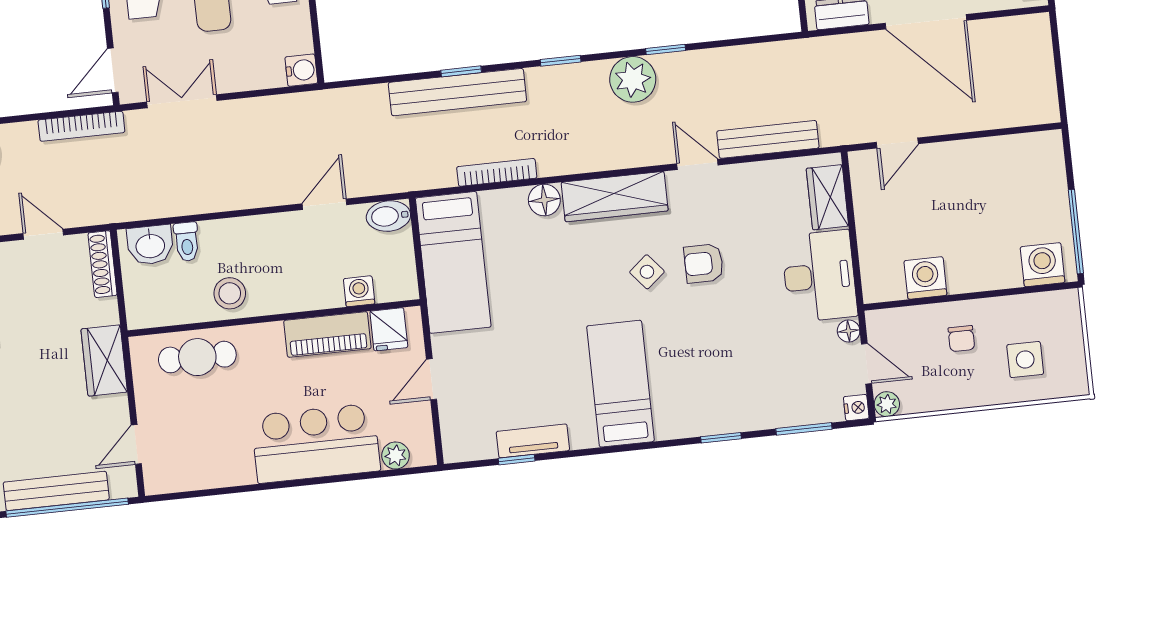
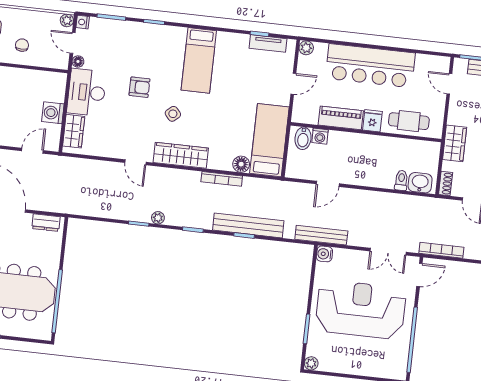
plant: (633, 79) -> (158, 218), width x0.53, depth x0.53
bench: (768, 139) -> (321, 235), moved
bookcase: (497, 172) -> (222, 179), moved
floor lamp: (544, 200) -> (241, 164), moved
bidet: (388, 216) -> (303, 138), moved, turned 90
armchair: (704, 263) -> (140, 87), moved
shoe rack: (103, 264) -> (446, 183), width x0.70
washing machine: (925, 278) -> (53, 113), moved, turned 90
stool: (230, 293) -> (385, 150), removed
fridge: (389, 329) -> (372, 121), moved
wardrobe: (104, 360) -> (455, 143), moved
tv unit: (533, 441) -> (268, 43), moved
bar counter: (316, 443) -> (370, 66), width x1.36
door: (136, 444) -> (449, 84), swing flipped
plant: (396, 455) -> (306, 48), moved

